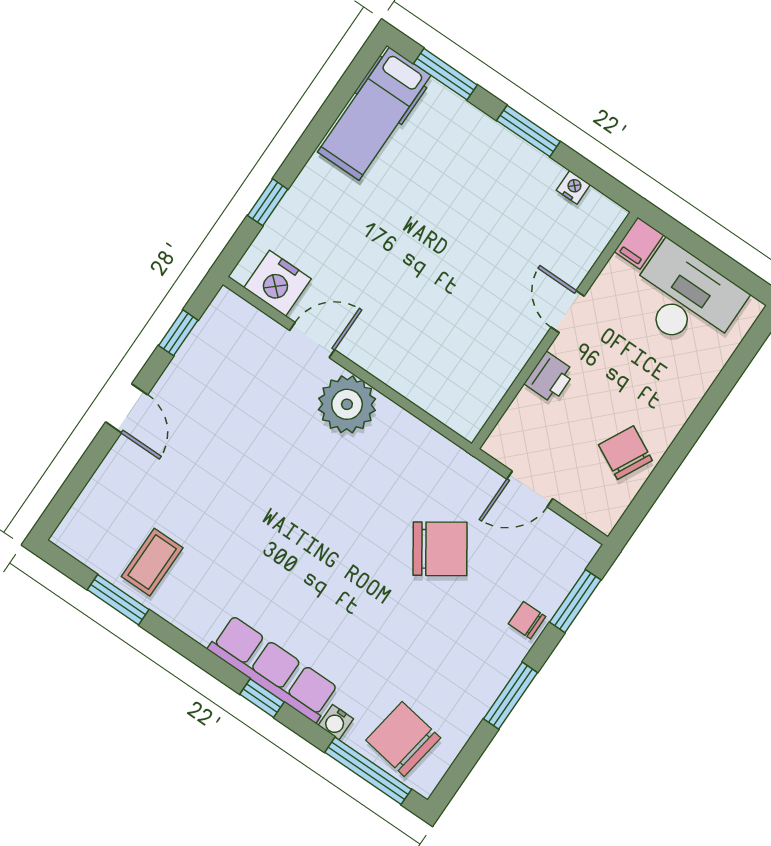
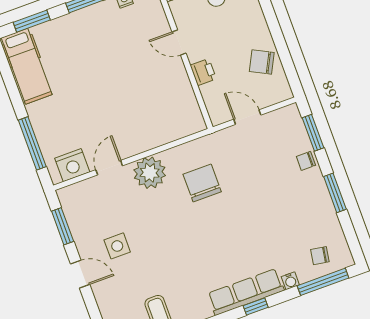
window: (268, 202) -> (32, 143), width x2.17
window: (178, 333) -> (63, 226), width x1.50
side table: (206, 433) -> (117, 246), added
door: (530, 489) -> (247, 117), swing flipped
chair: (440, 549) -> (202, 183), moved, turned -56
chair: (403, 739) -> (320, 256), width x0.54, depth x0.54

